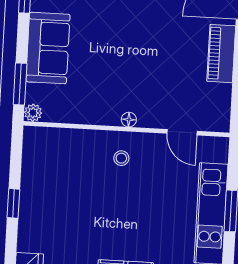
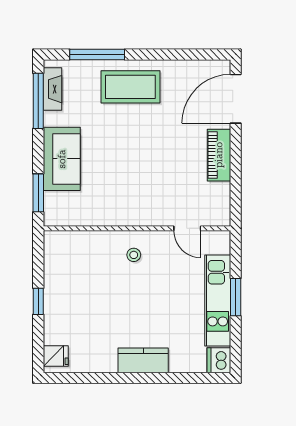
plant: (33, 113) -> (51, 218), removed
floor lamp: (129, 120) -> (139, 220), removed

